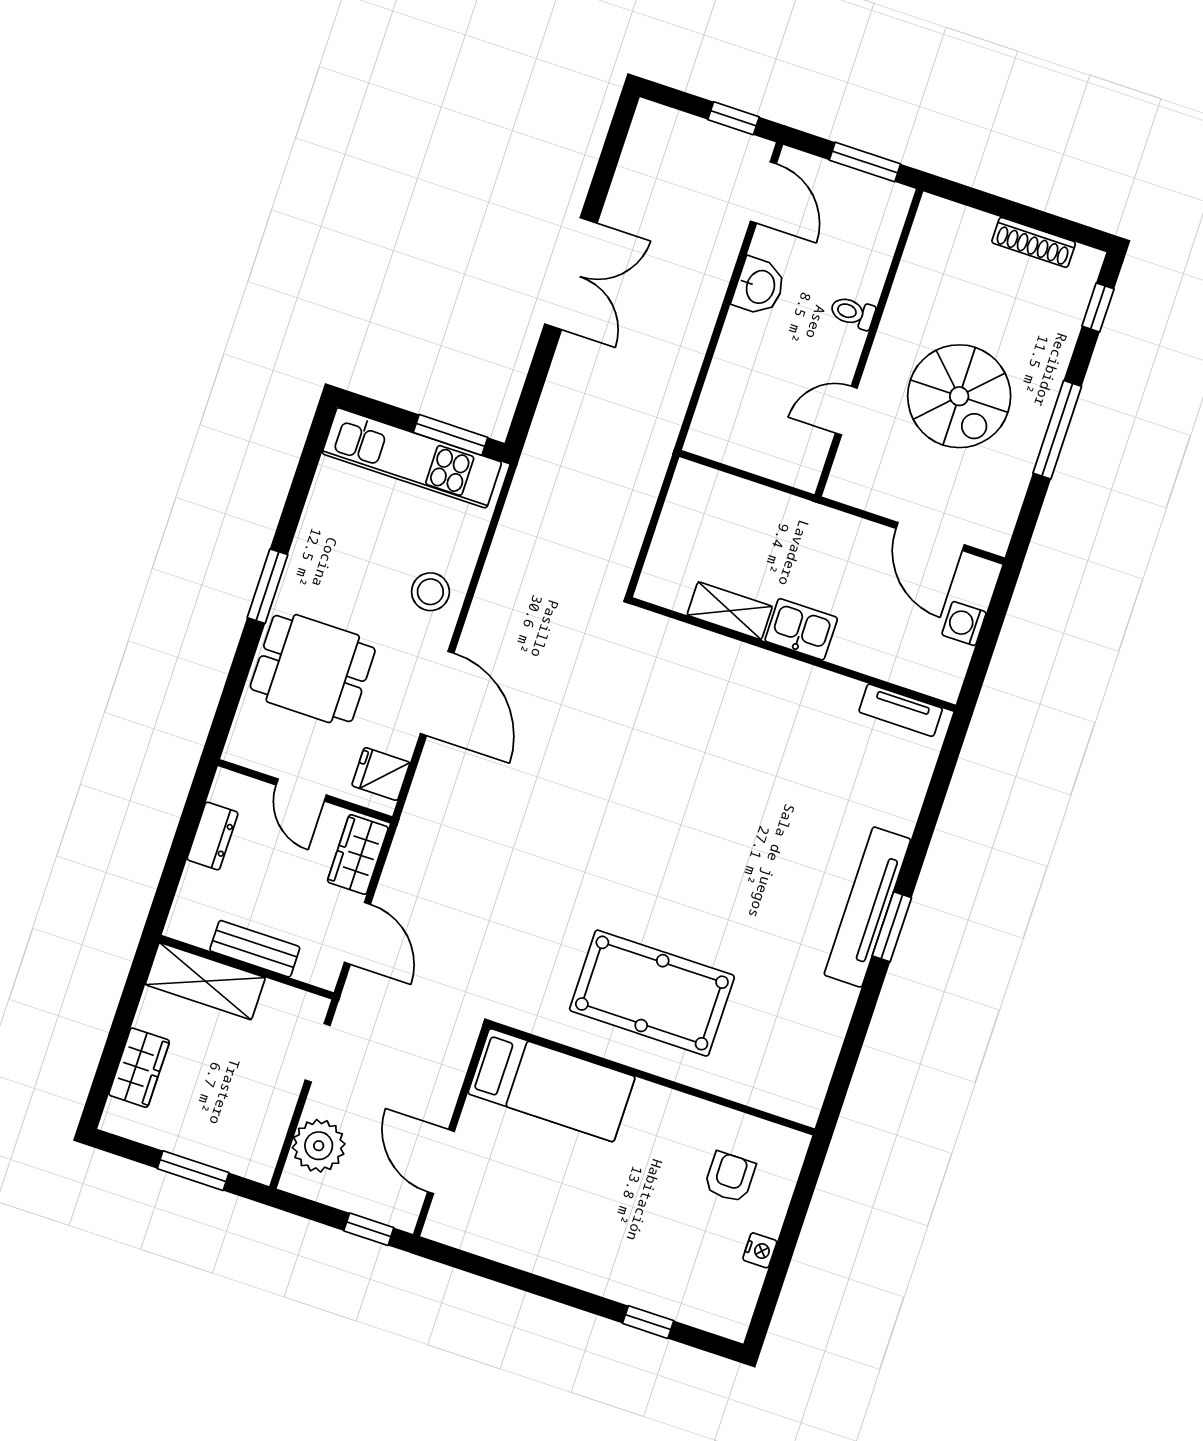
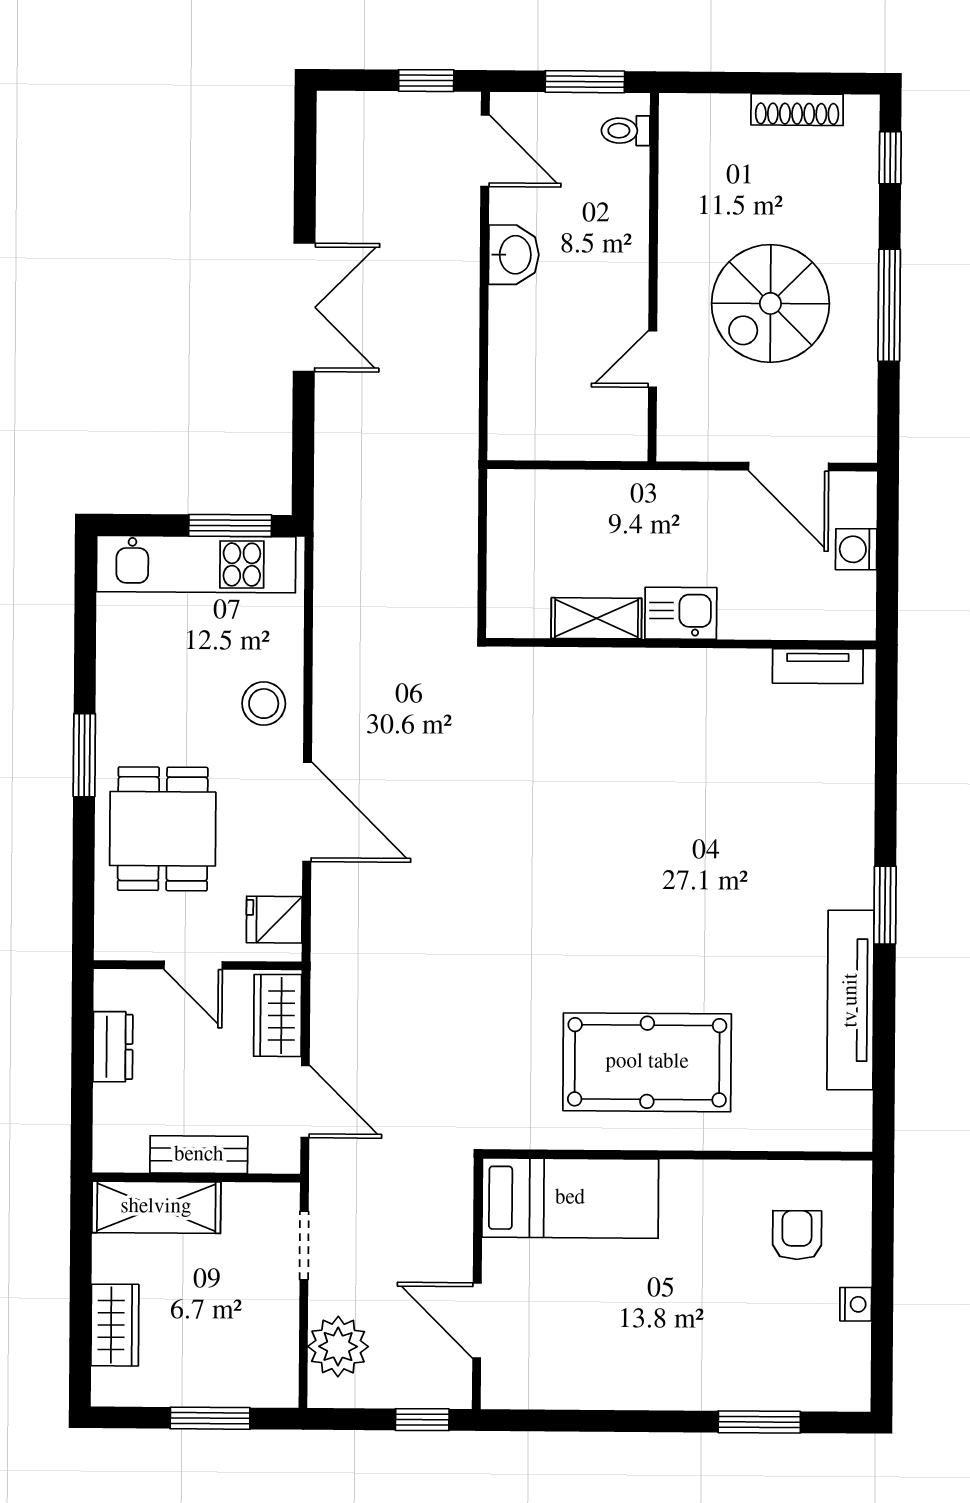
toilet: (853, 313) -> (626, 131), moved
spiral stairs: (959, 396) -> (770, 303), turned 90
dining table: (313, 669) -> (163, 829), turned 90
tv unit: (867, 907) -> (851, 1000), moved
window: (648, 1322) -> (759, 1422), width x1.50

